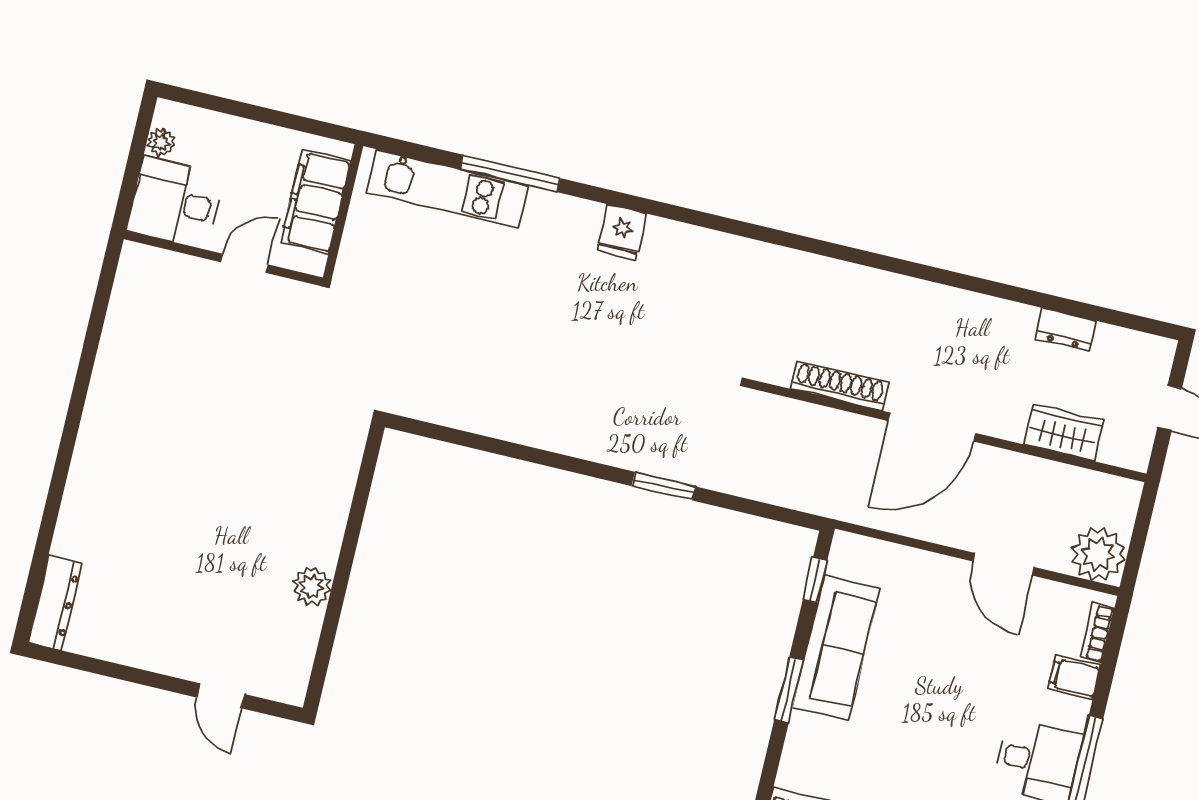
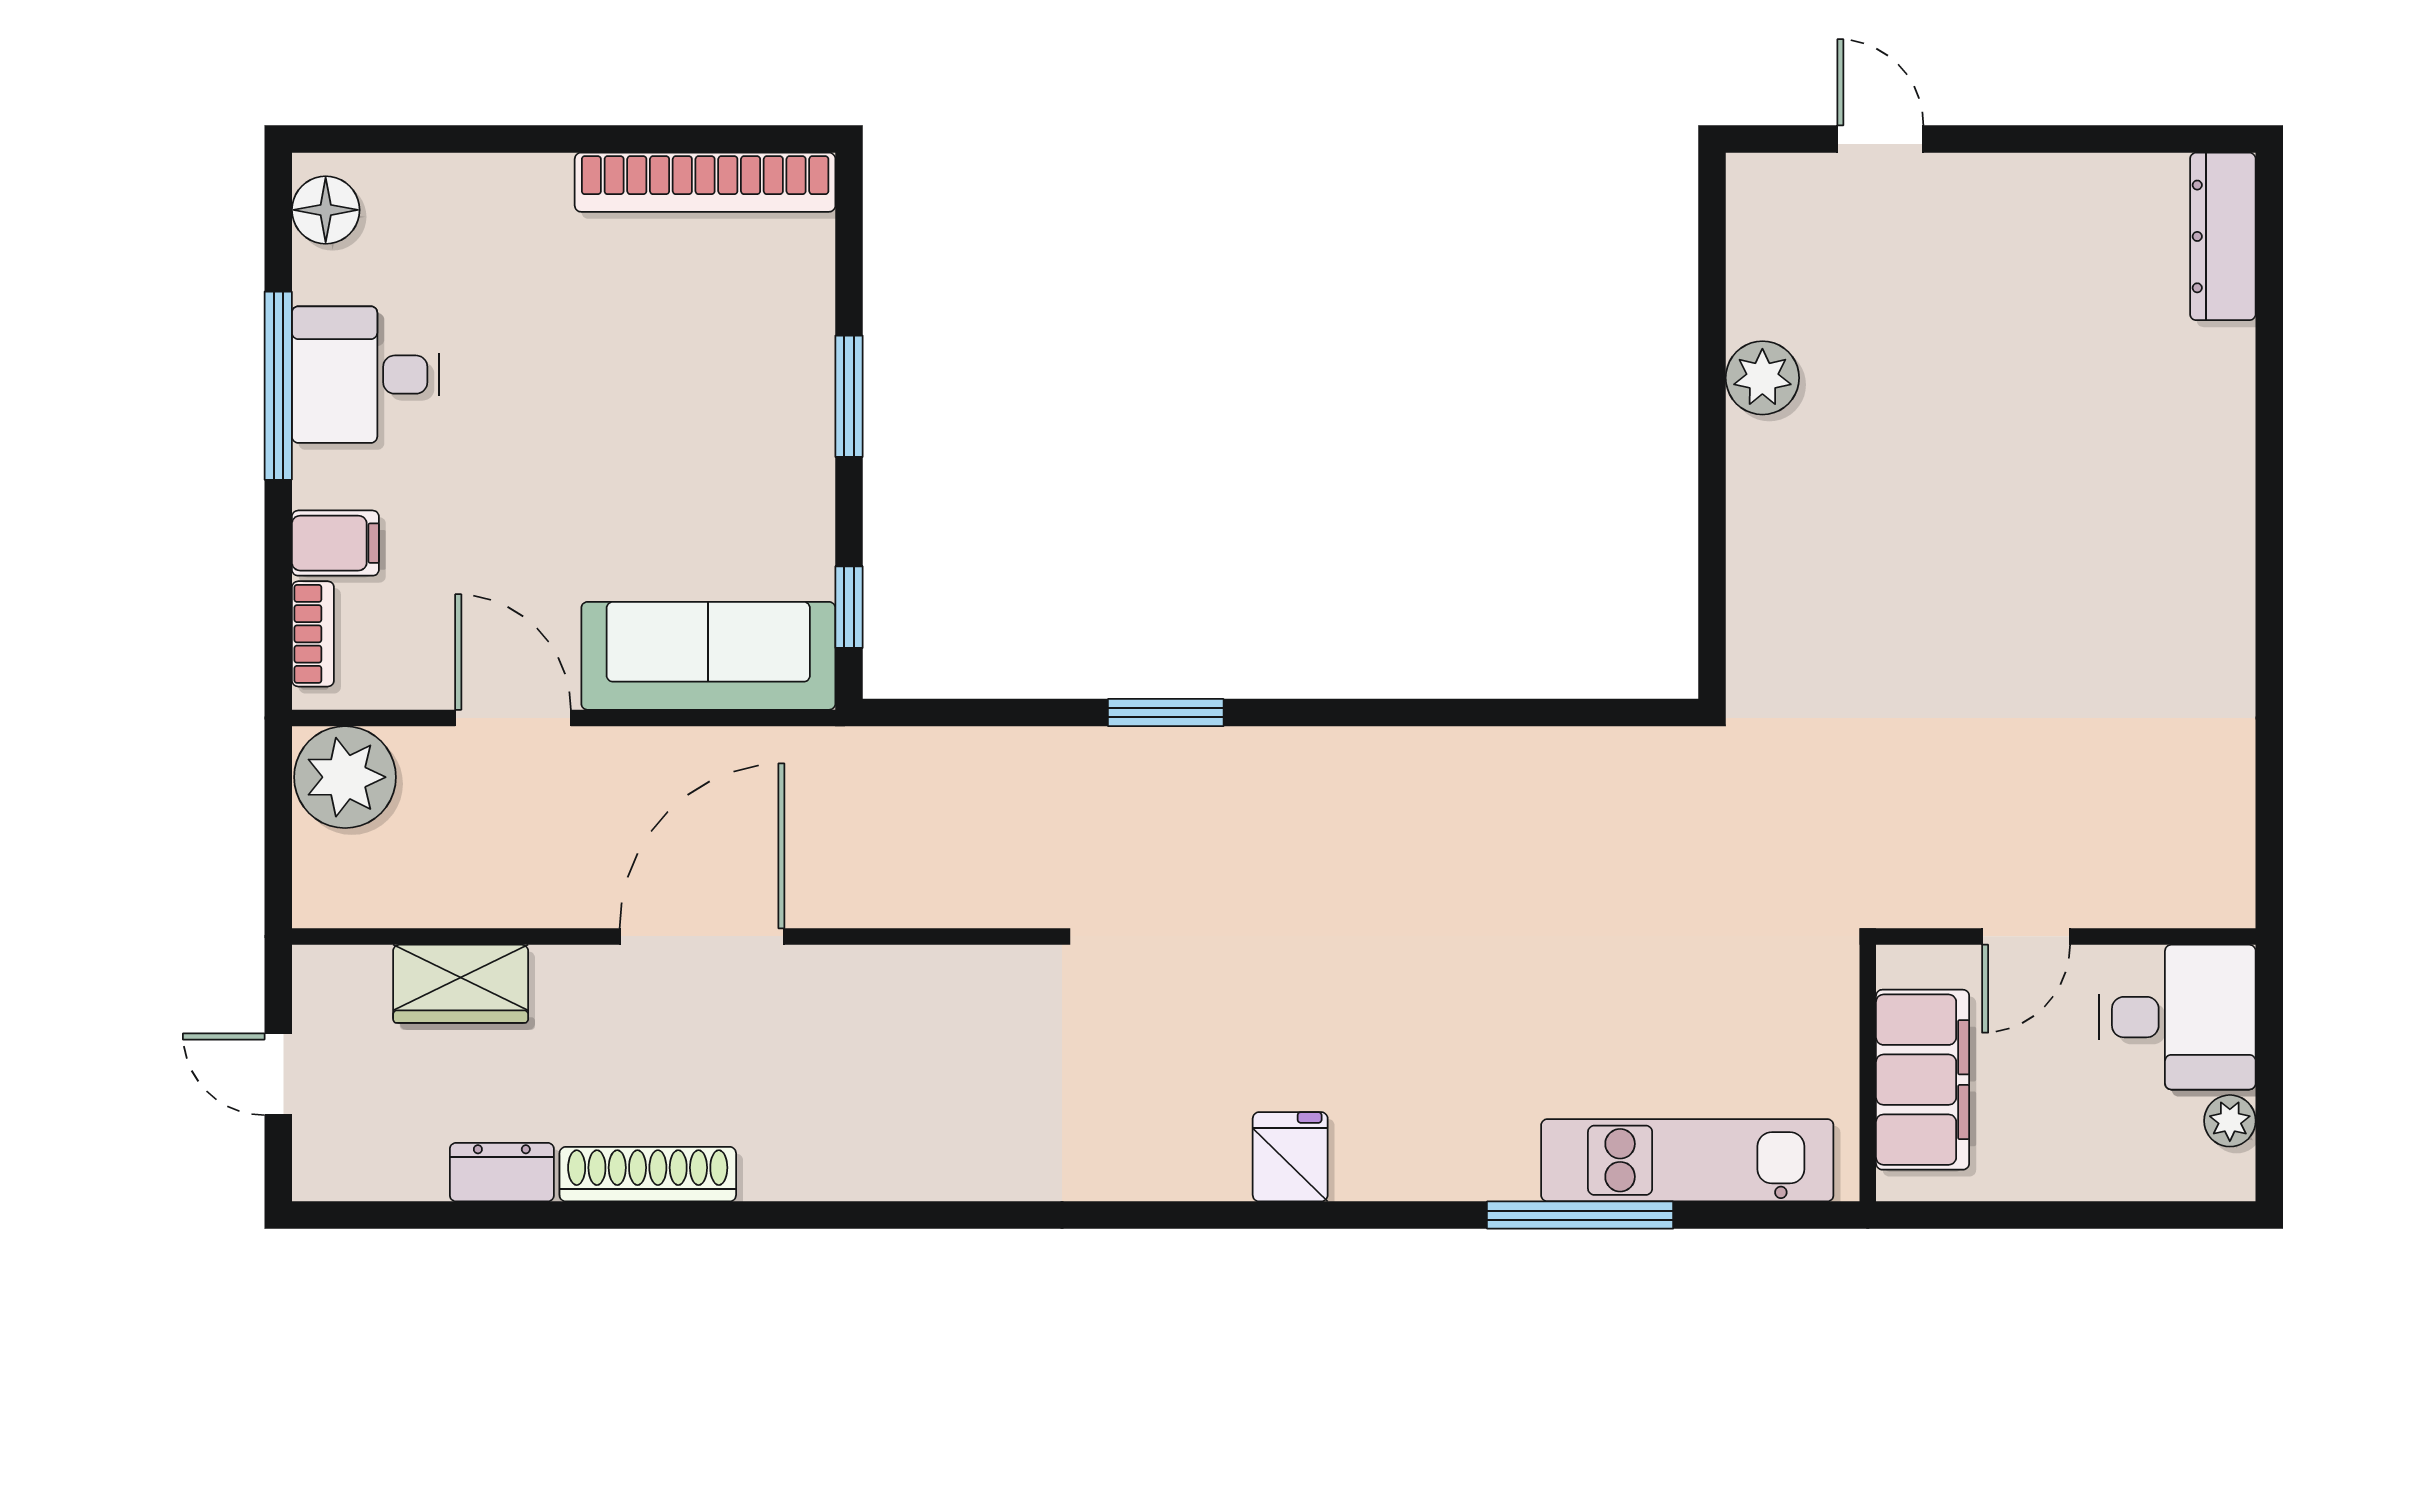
fridge: (622, 232) -> (1290, 1157), moved
shoe rack: (840, 386) -> (648, 1174), moved, turned 180
sofa: (836, 648) -> (708, 656), moved, turned 90

